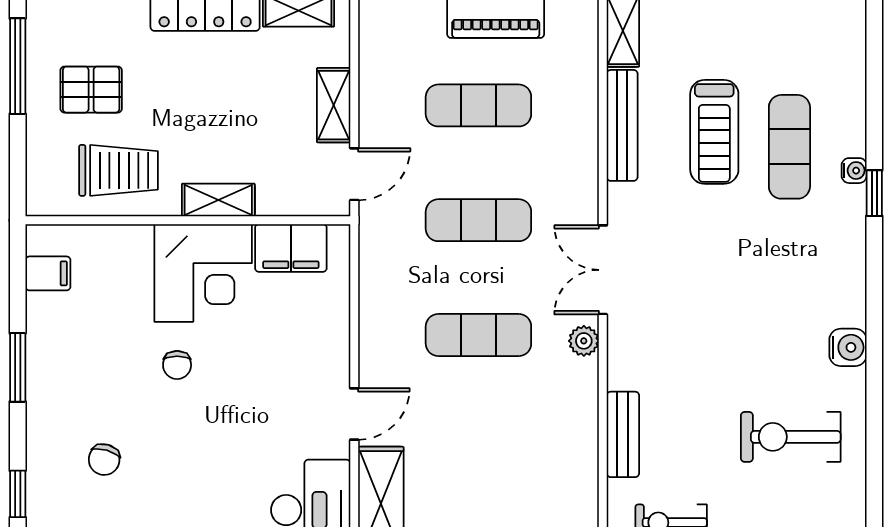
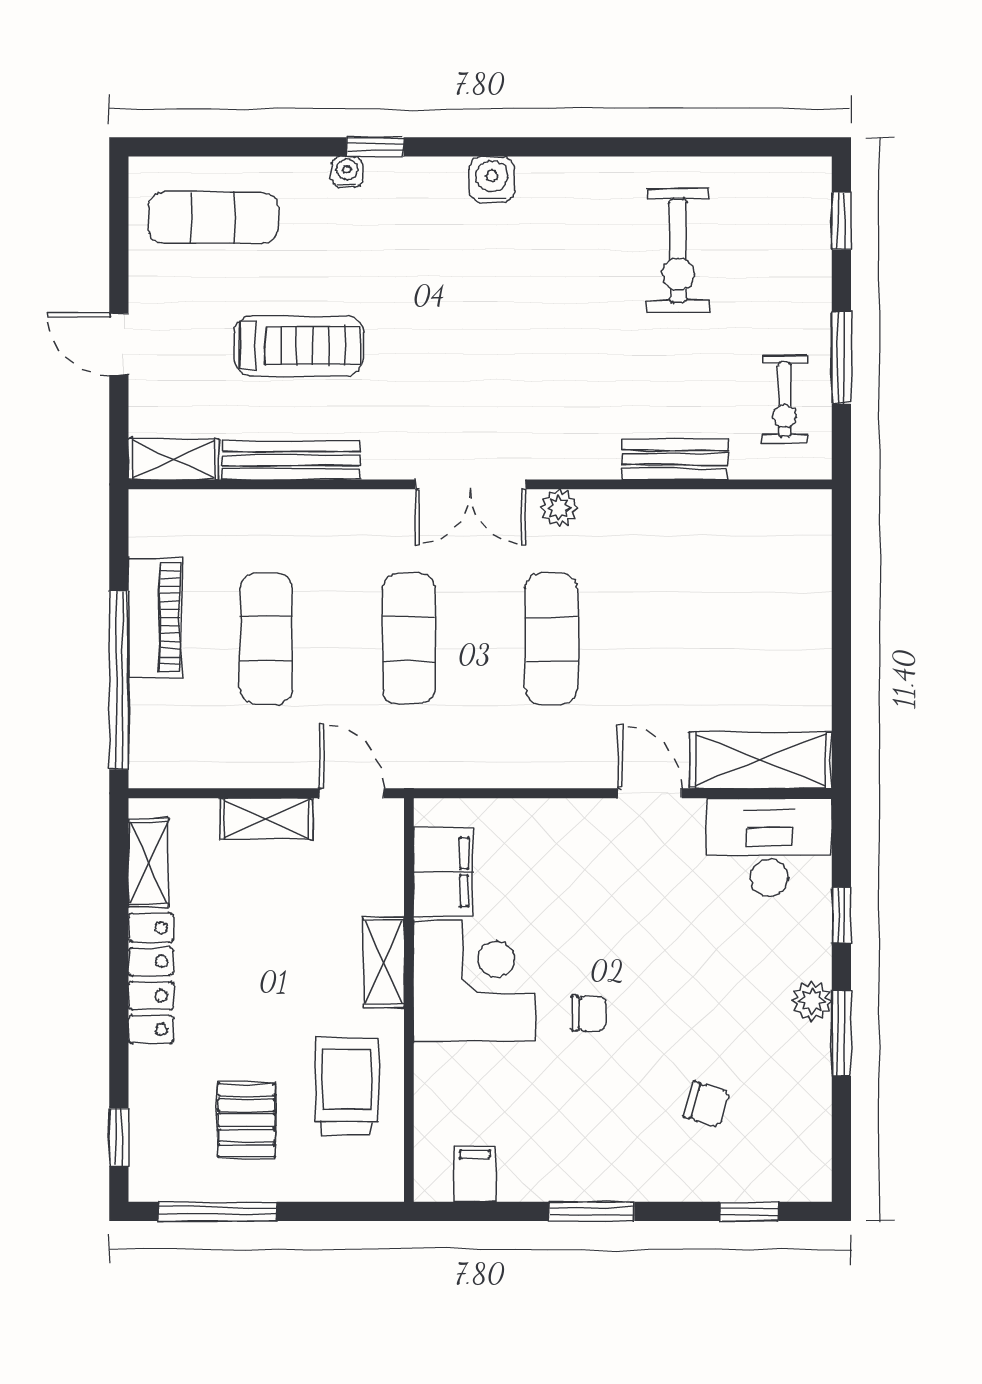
exercise mat: (789, 147) -> (213, 218), moved
water cooler: (848, 347) -> (492, 180), moved

